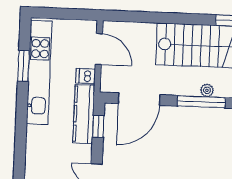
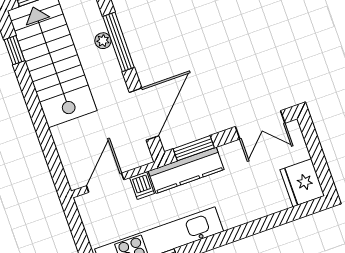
door: (139, 99) -> (144, 114), hinge flipped
window: (98, 126) -> (194, 148), width x1.50

